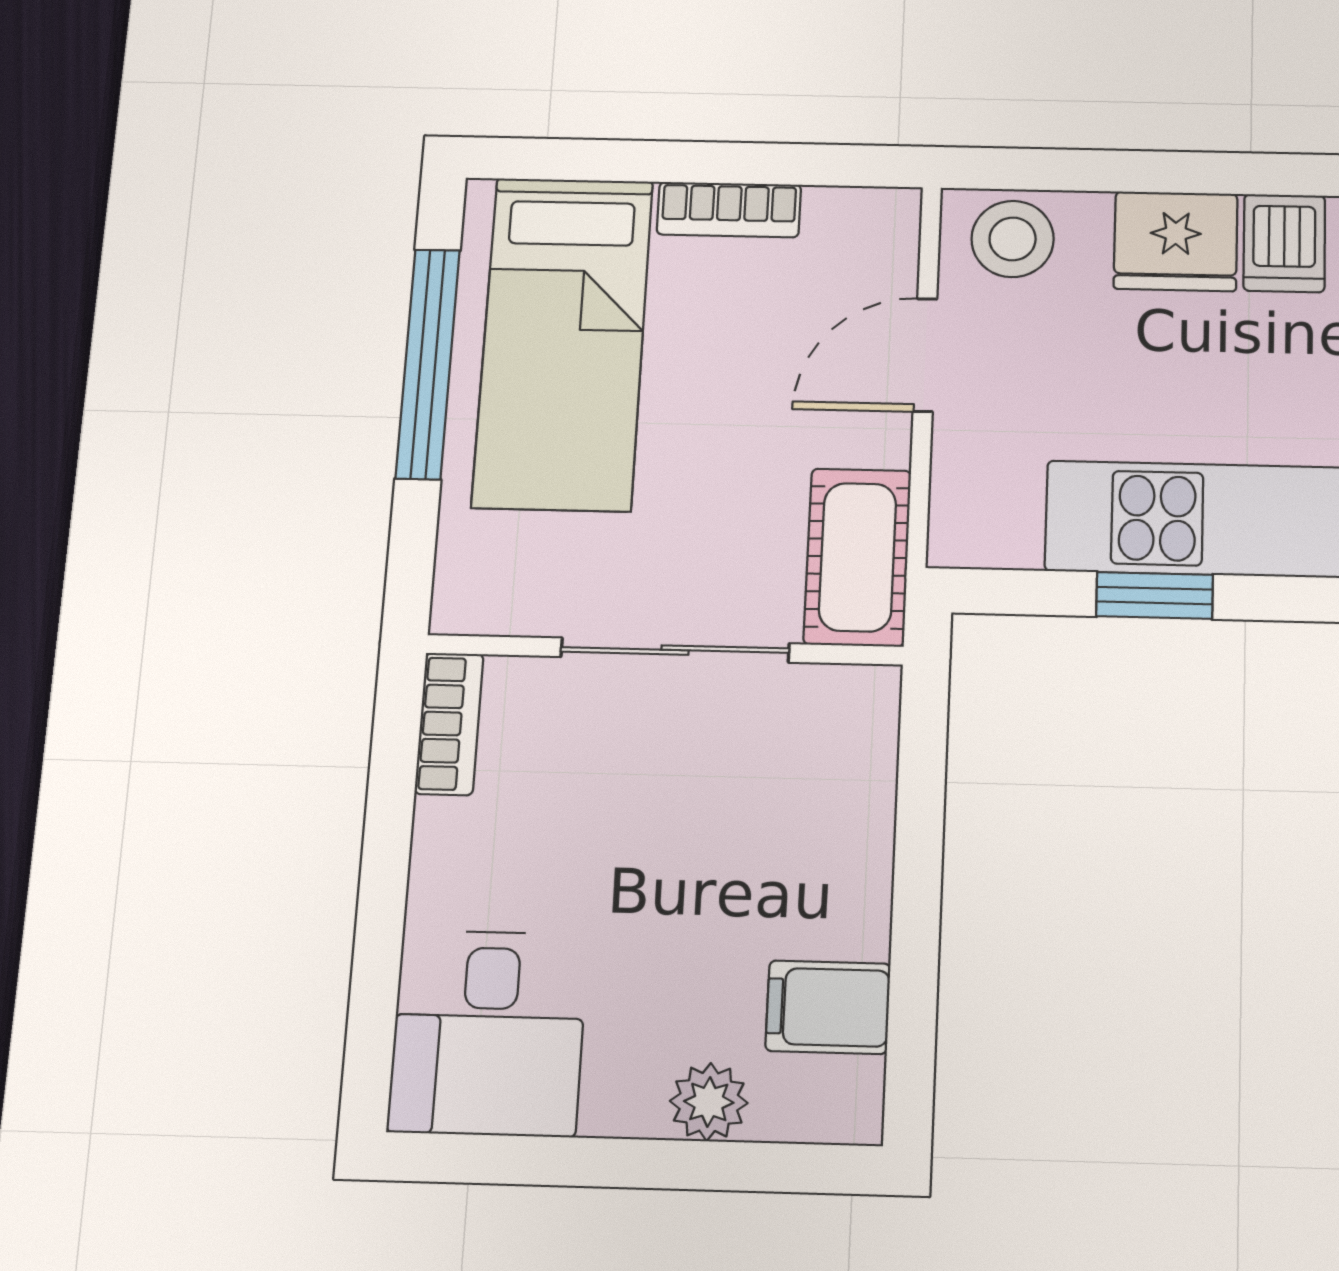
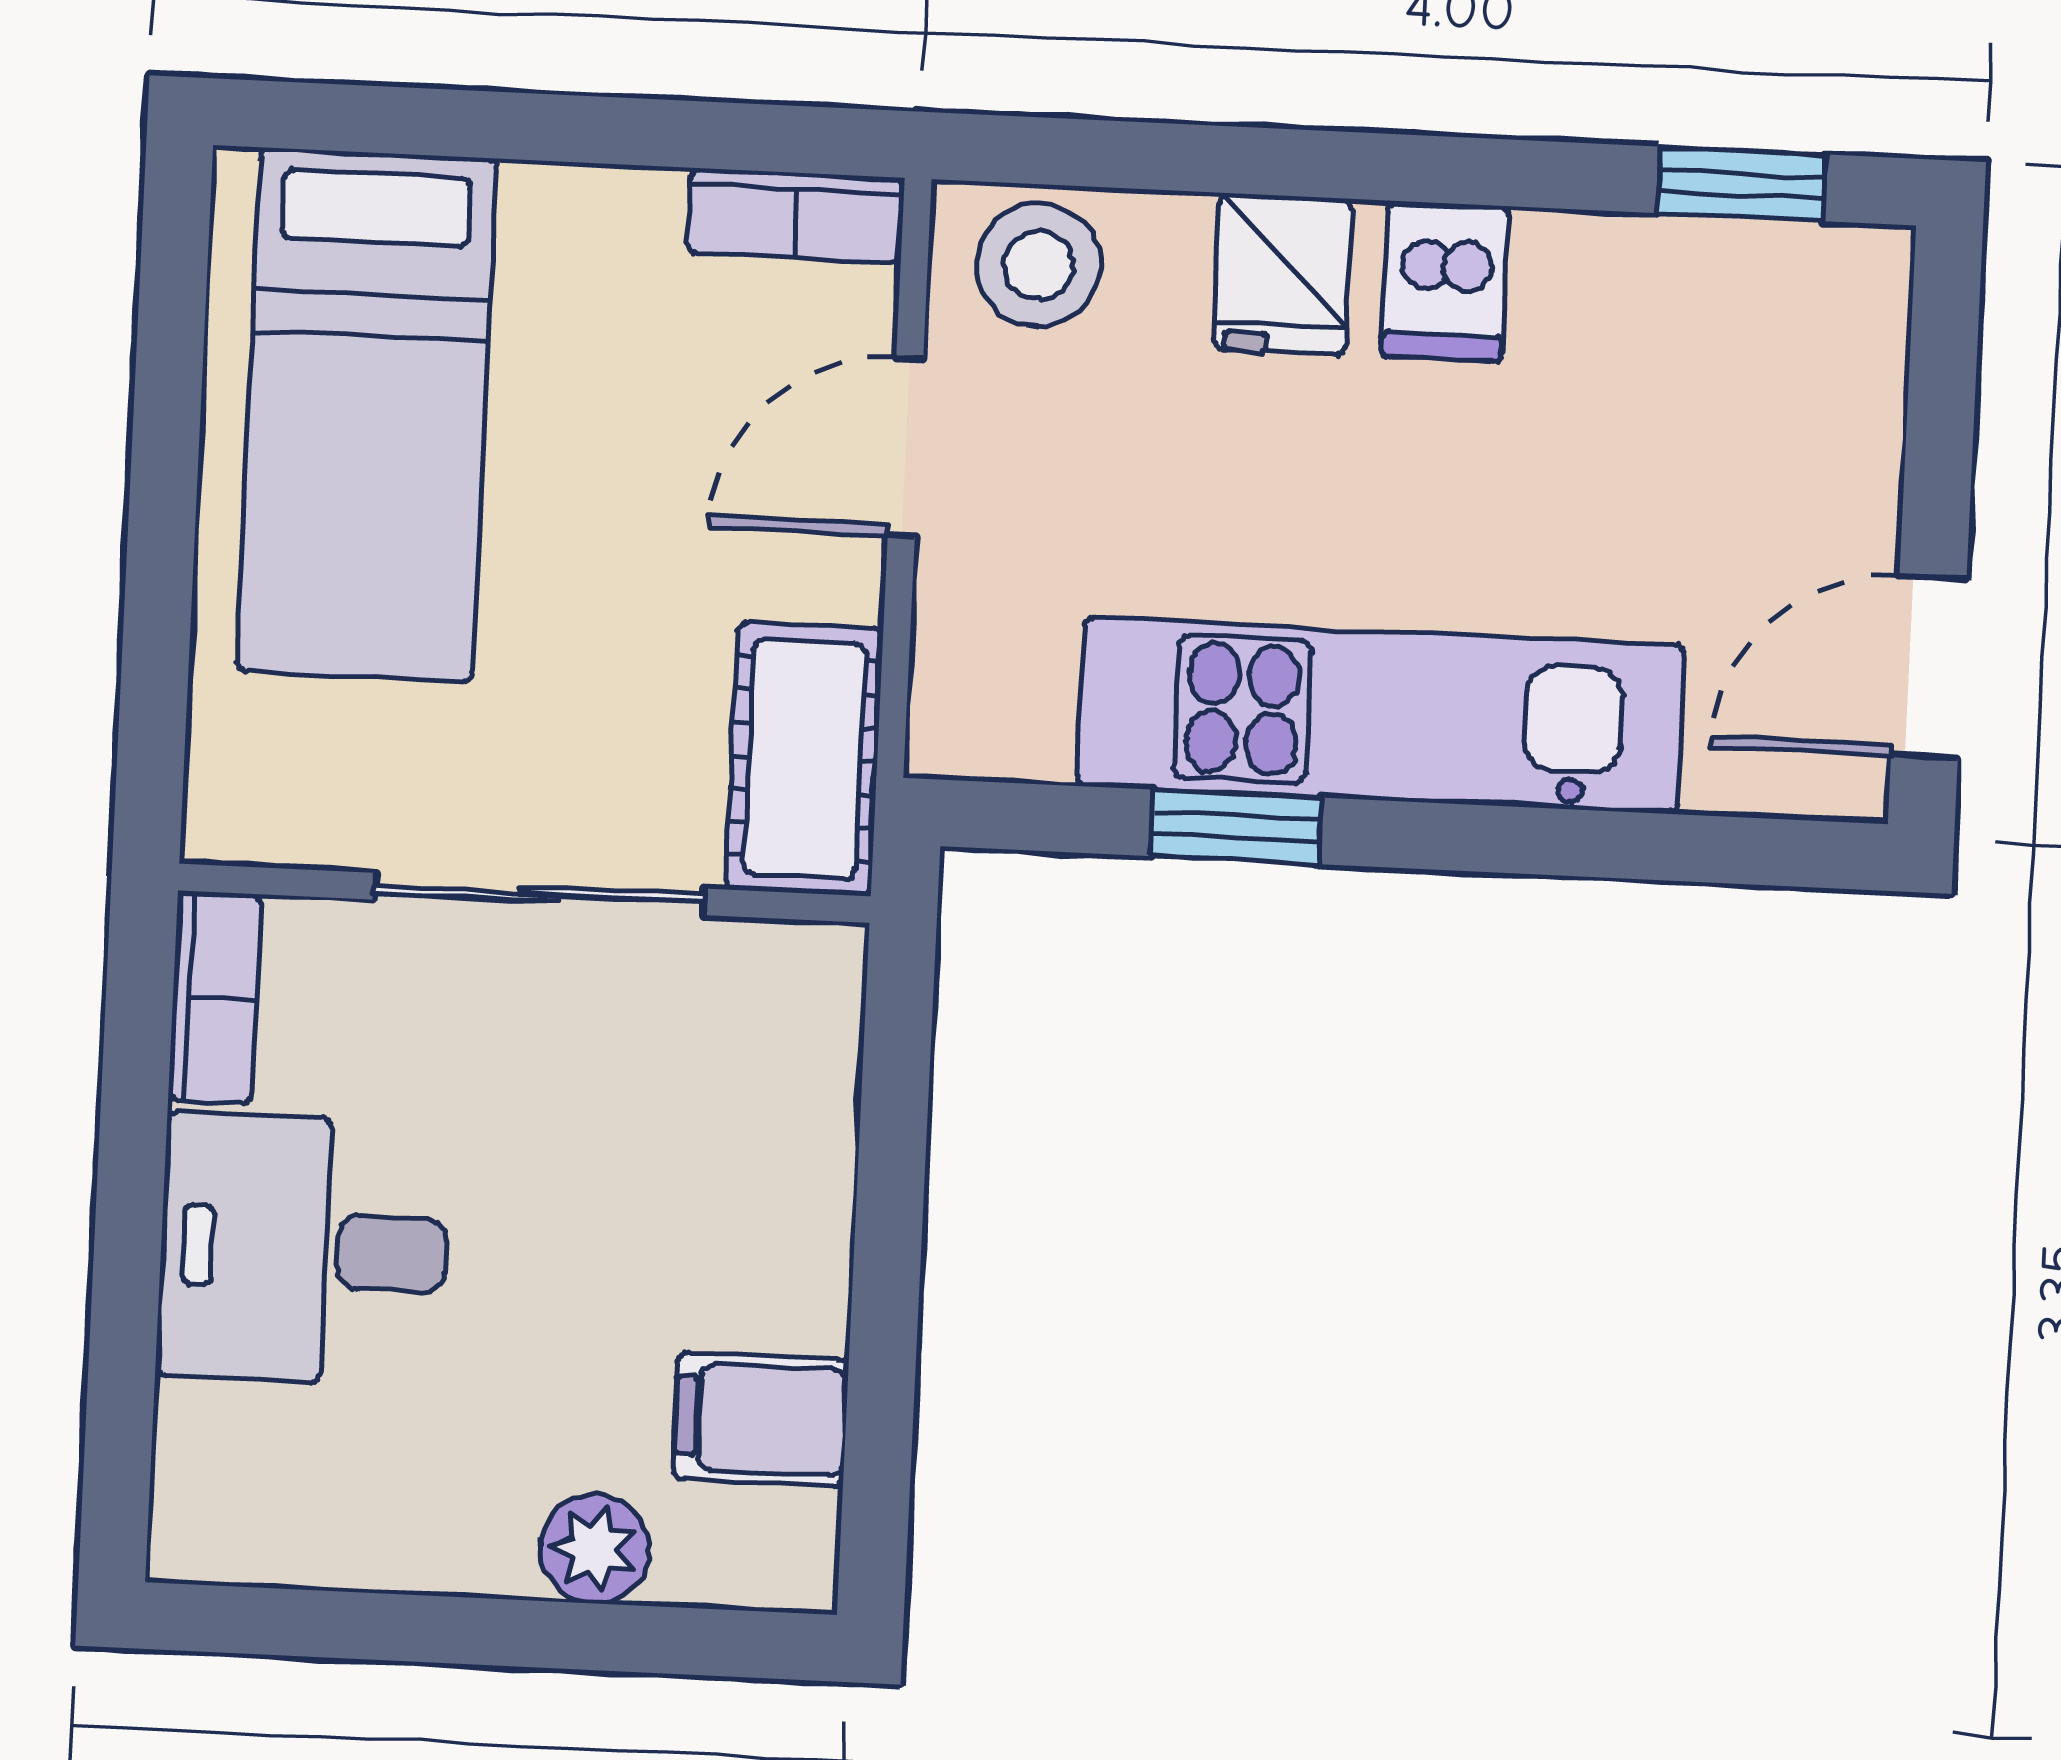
bookcase: (729, 210) -> (796, 215), moved
fridge: (1176, 241) -> (1283, 274), width x0.72
window: (428, 364) -> (165, 443), removed
desk: (488, 1033) -> (304, 1250), moved, turned 90

